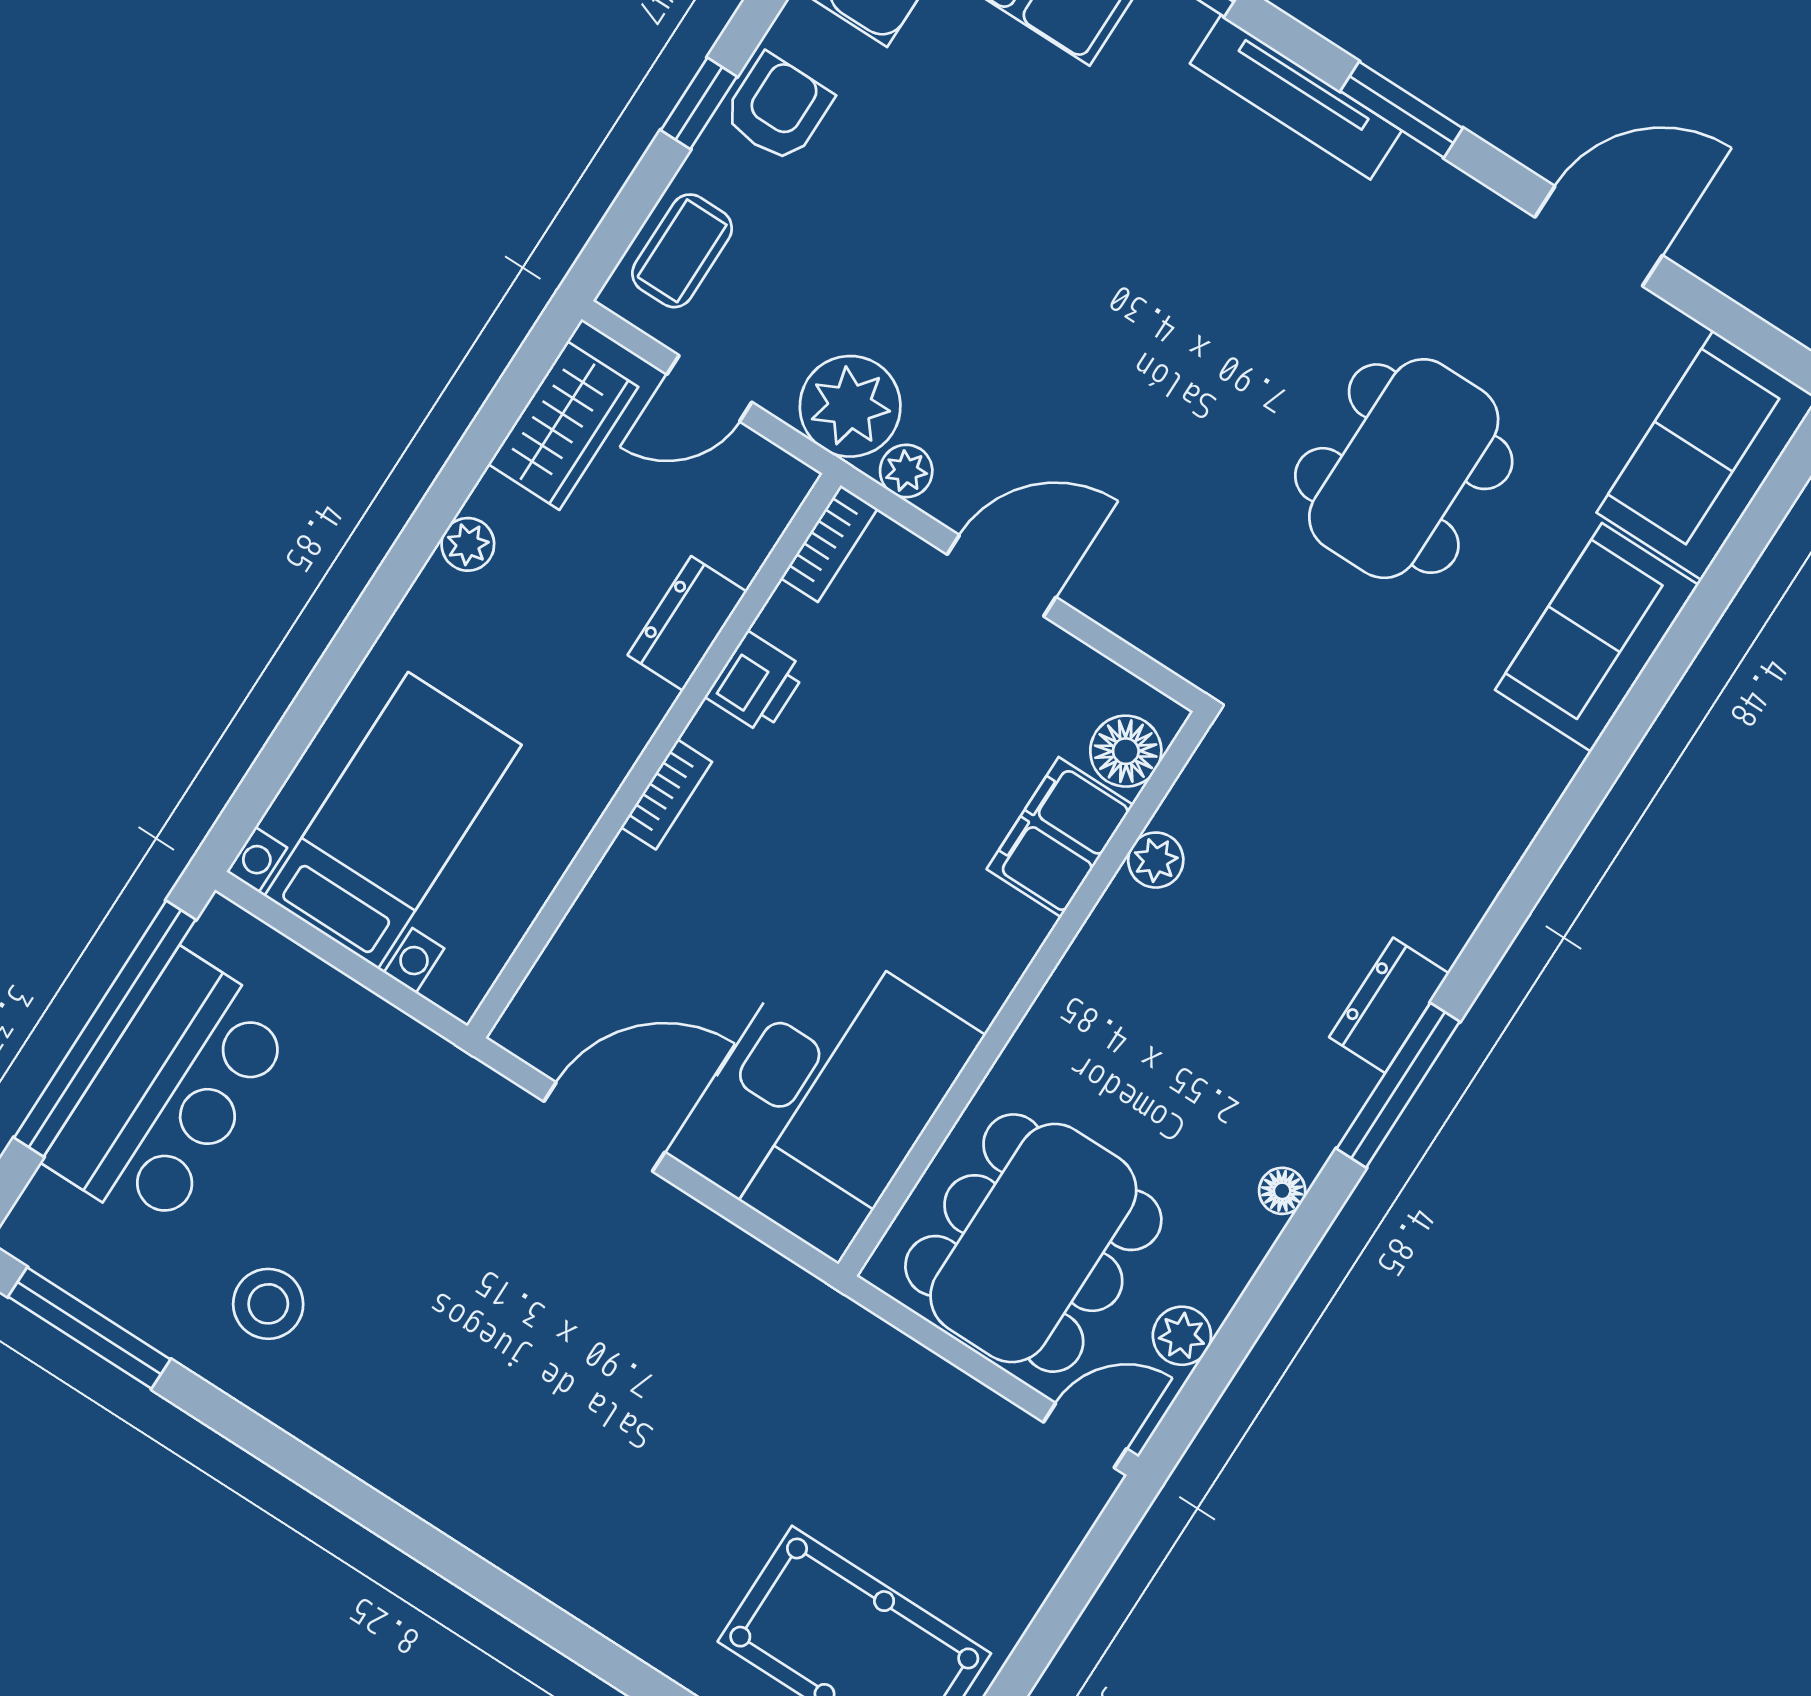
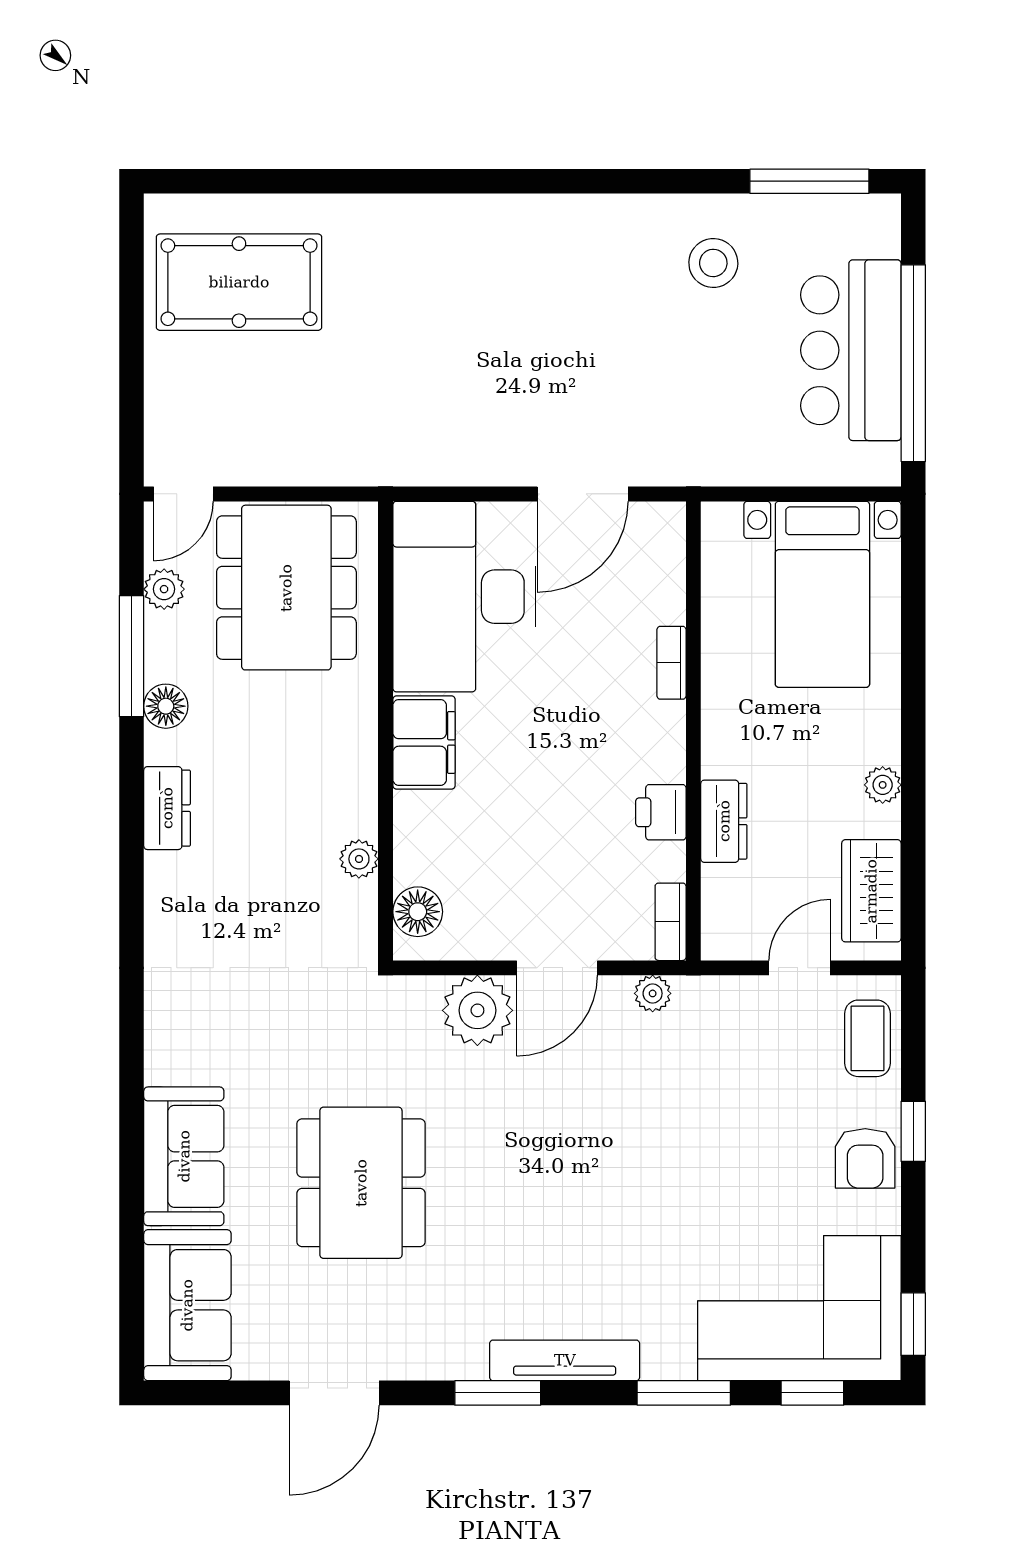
plant: (850, 406) -> (477, 1010), moved
bookcase: (666, 794) -> (671, 663), moved
filing cabinet: (1060, 837) -> (424, 742), moved
dresser: (1389, 1005) -> (167, 808), moved
window: (1398, 1085) -> (131, 656), moved
floor lamp: (1282, 1191) -> (166, 706), width x1.37, depth x1.37

